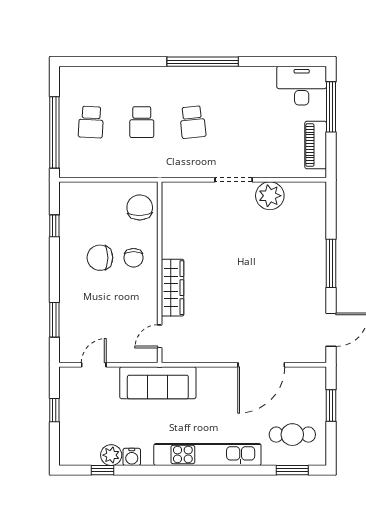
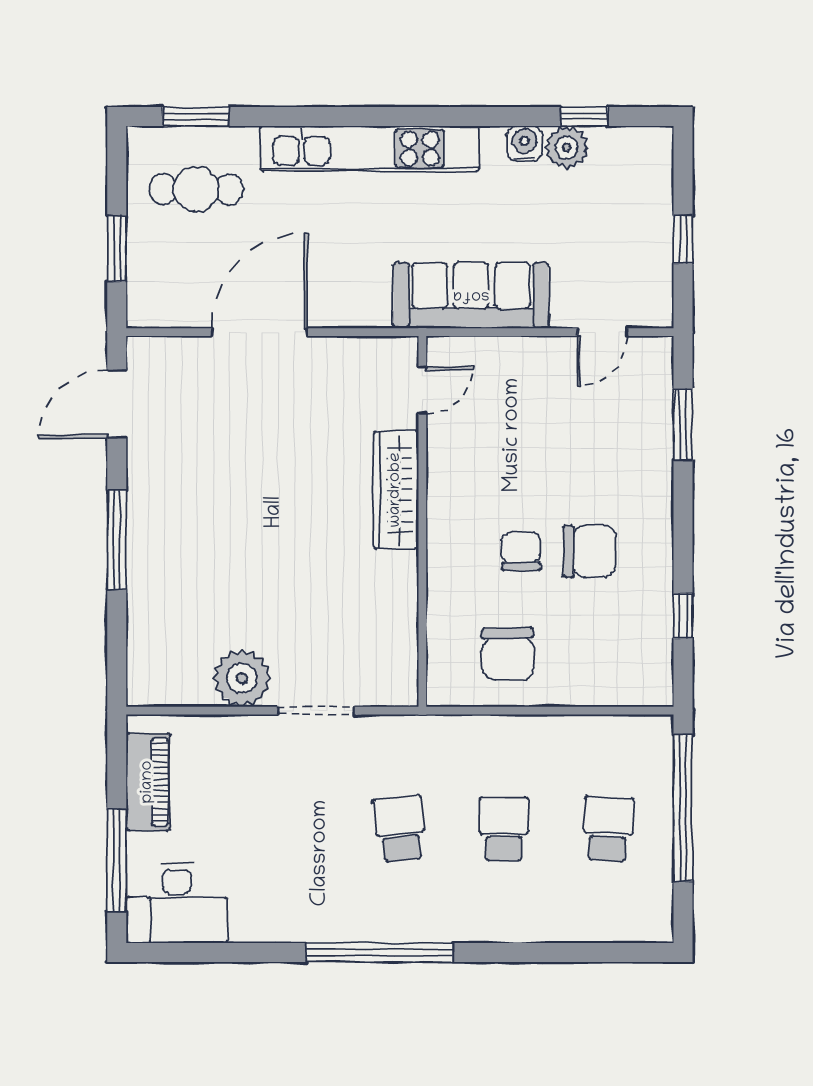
wall: (160, 272) -> (422, 521), moved
wardrobe: (173, 288) -> (396, 490), moved
door: (160, 336) -> (422, 390), moved

